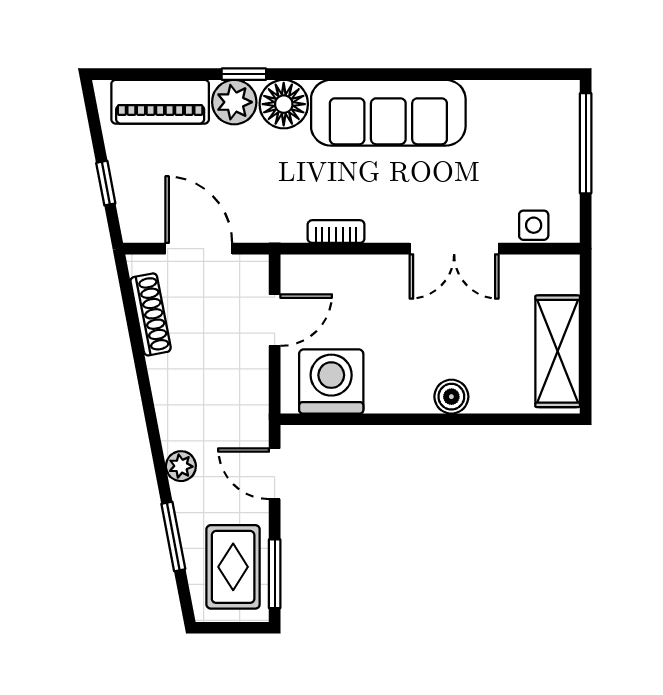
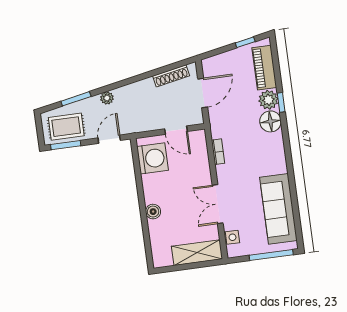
sofa: (388, 113) -> (278, 209), moved
window: (106, 183) -> (245, 42), moved
shelving: (558, 351) -> (197, 253), moved

